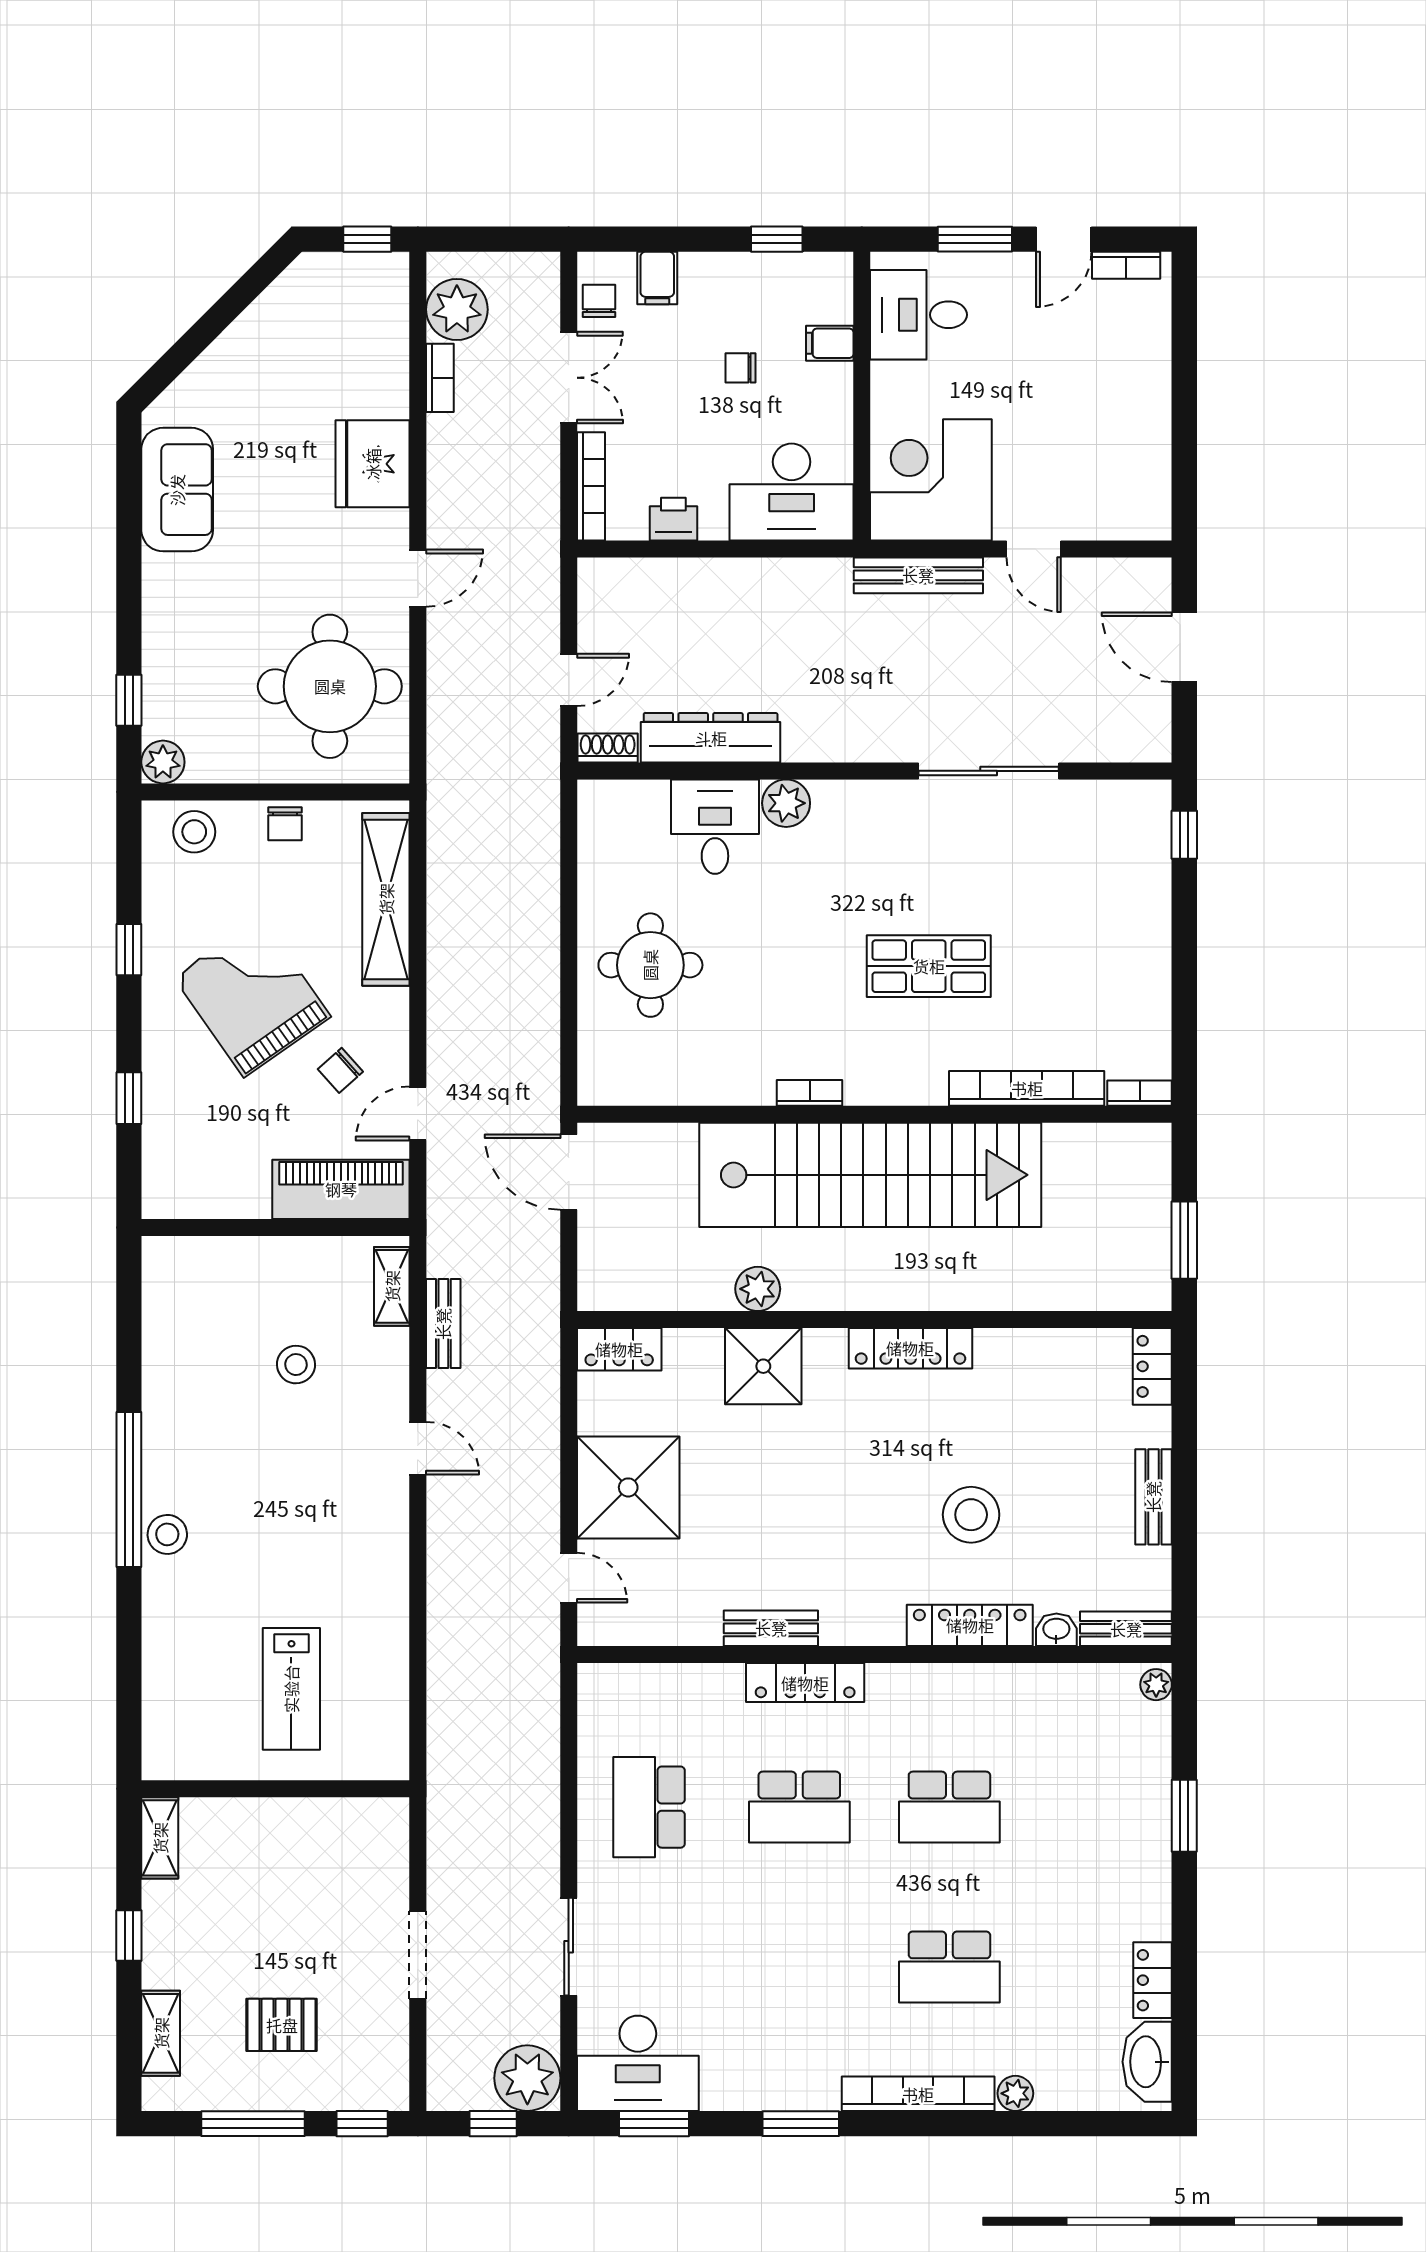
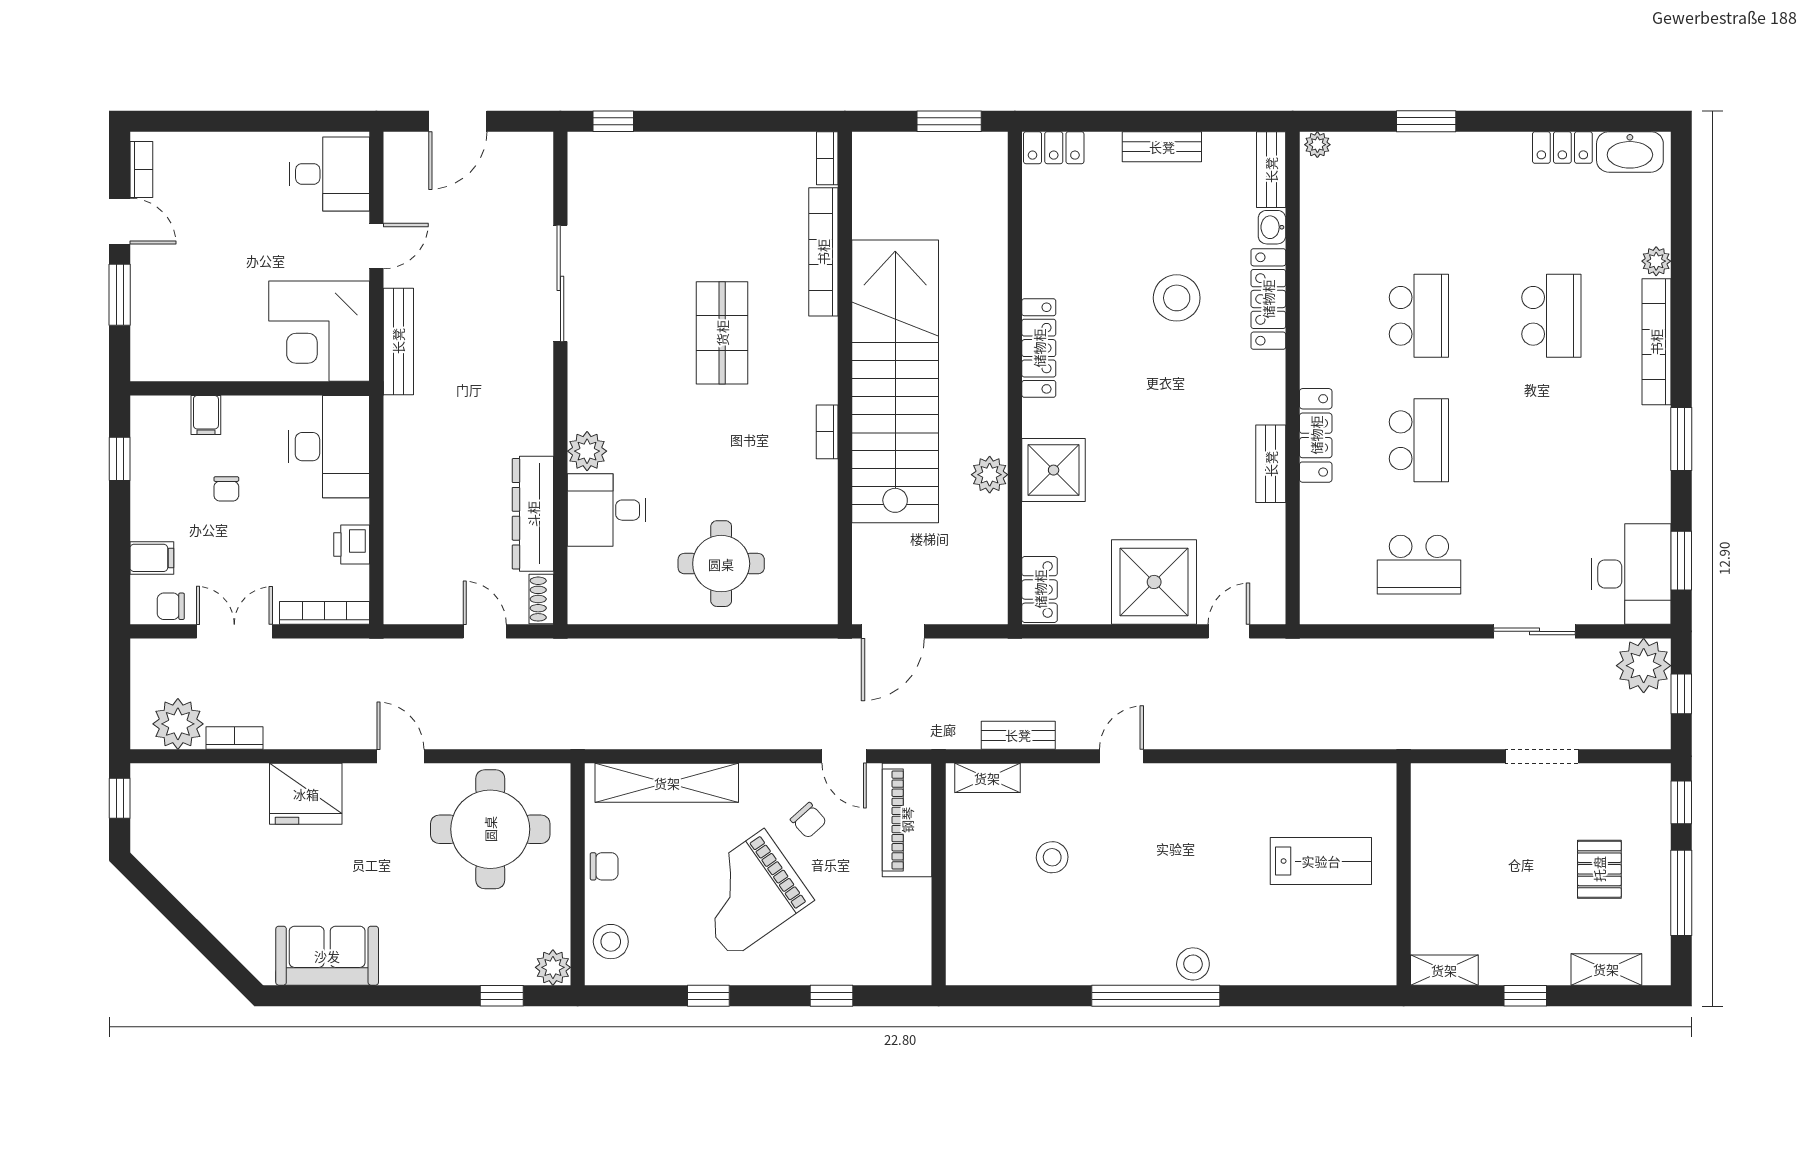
desk: (919, 315) -> (329, 174), moved, turned -90

